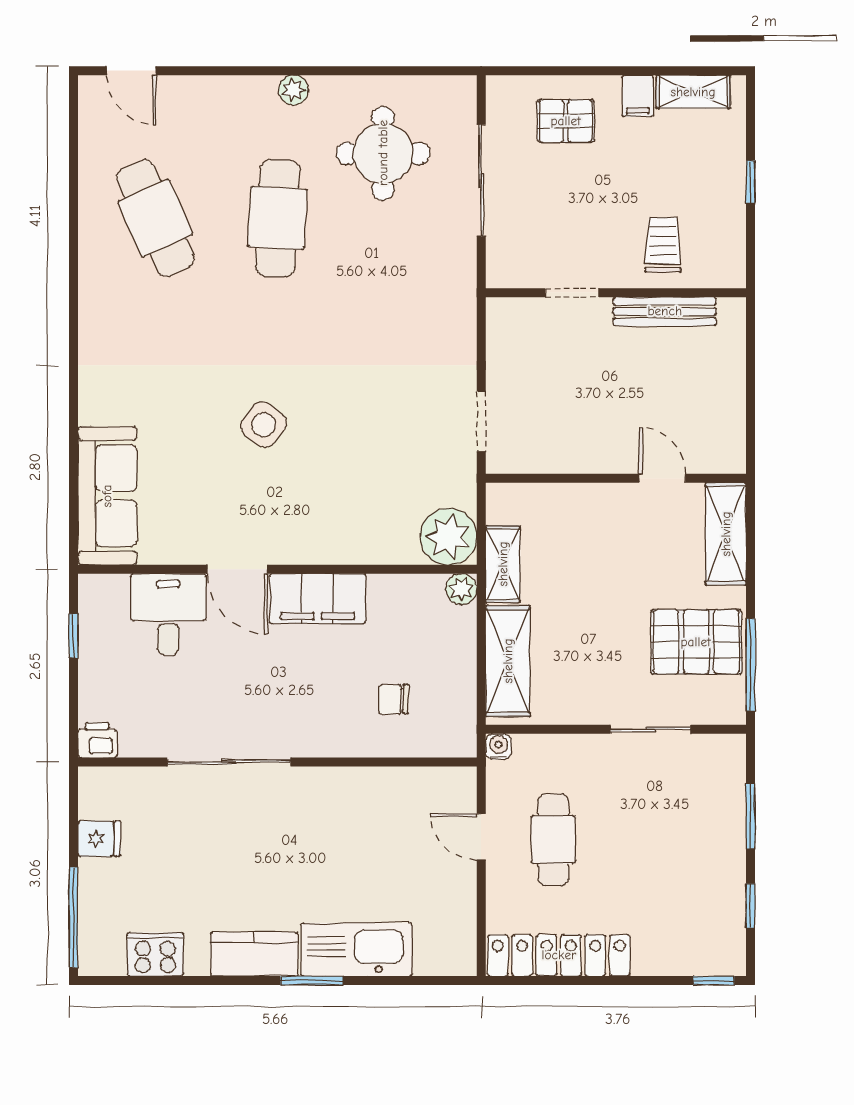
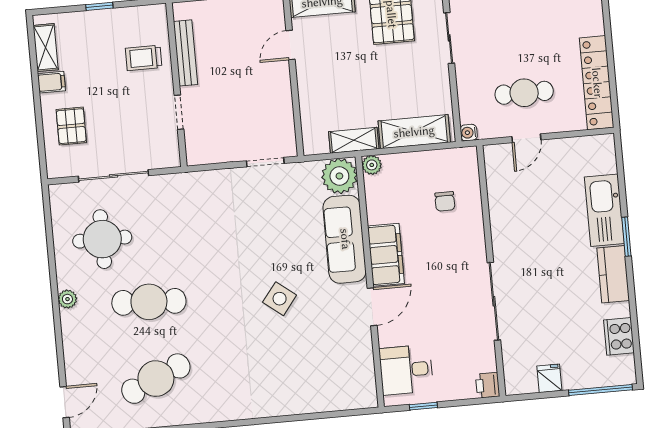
sofa: (107, 496) -> (345, 239), moved, turned -90
desk: (168, 614) -> (406, 370), moved

